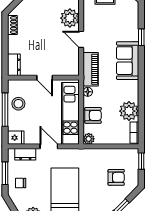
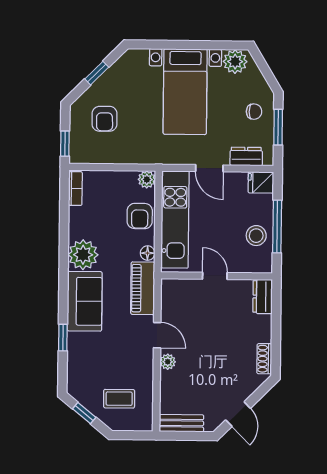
plant: (70, 18) -> (168, 362), width x0.53, depth x0.53
plant: (129, 111) -> (83, 255), moved
armchair: (93, 115) -> (140, 216), turned -90
armchair: (116, 177) -> (104, 119), turned -91

